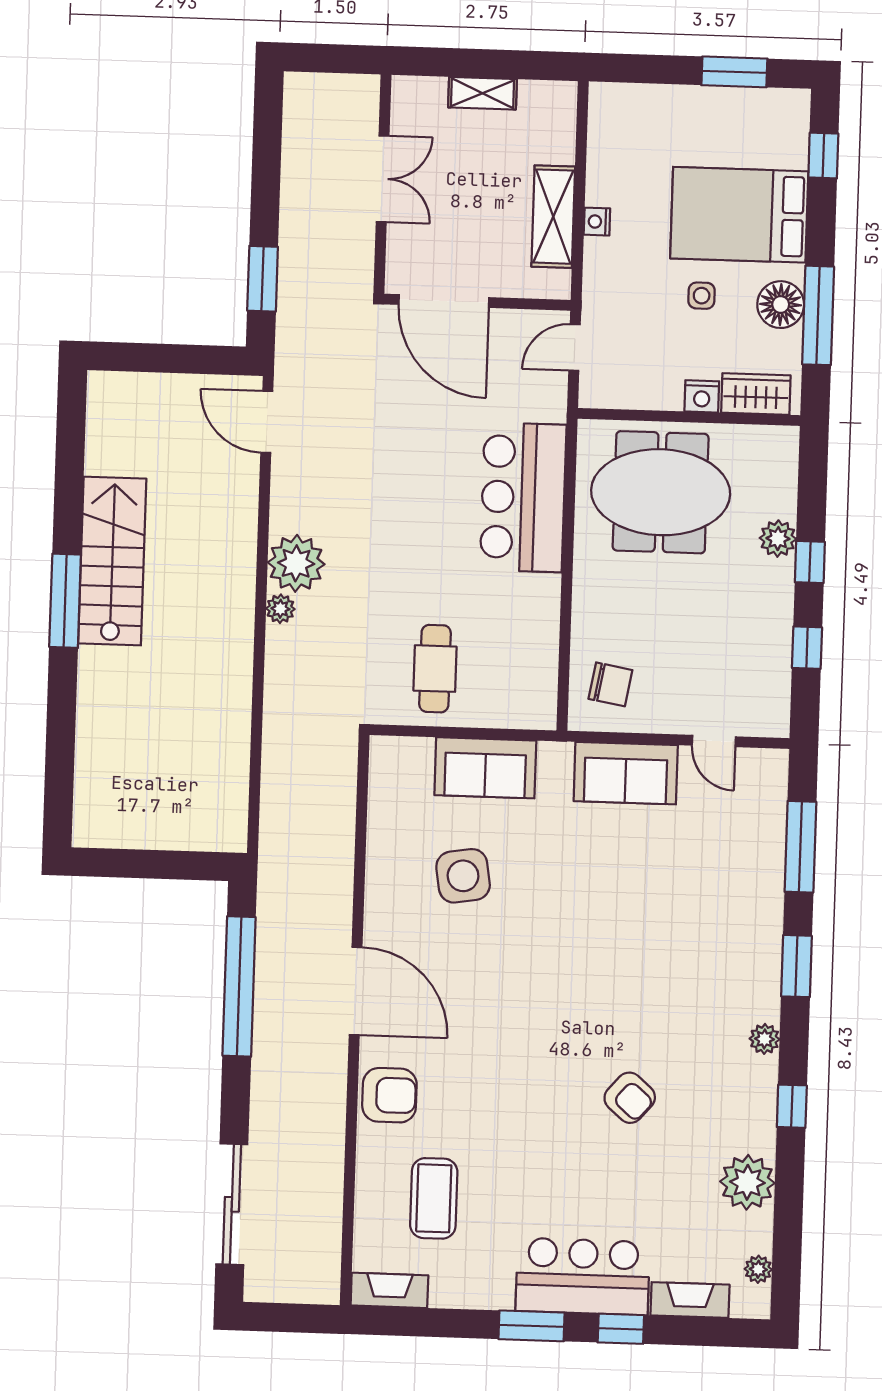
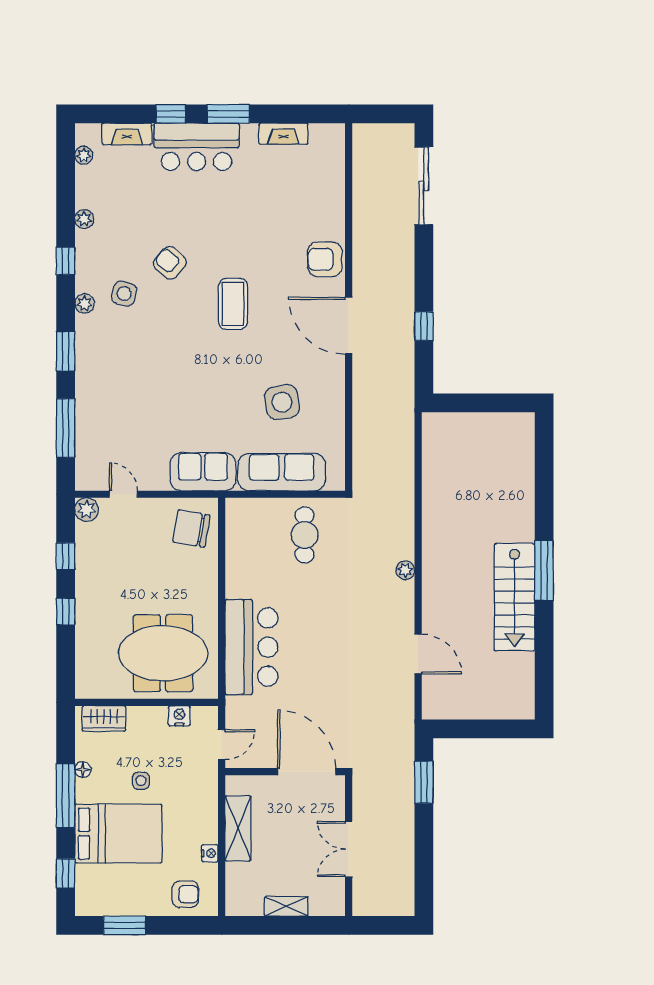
armchair: (639, 117) -> (185, 894), added
nightstand: (597, 222) -> (210, 853), moved
floor lamp: (781, 305) -> (83, 770), width x0.53, depth x0.53
window: (818, 315) -> (66, 795), moved
nightstand: (702, 396) -> (179, 716), moved
door: (267, 422) -> (418, 654), moved
plant: (778, 539) -> (87, 510), moved
plant: (296, 563) -> (396, 600), removed
chair: (610, 684) -> (191, 528), width x1.37, depth x1.37
sofa: (485, 768) -> (282, 472), width x1.36
sofa: (626, 773) -> (203, 472), moved
window: (239, 986) -> (424, 326), width x0.32
side table: (703, 1052) -> (124, 294), added
plant: (747, 1182) -> (84, 219), width x0.53, depth x0.53
coffee table: (434, 1198) -> (233, 304), moved
fireplace: (389, 1290) -> (283, 134), moved

